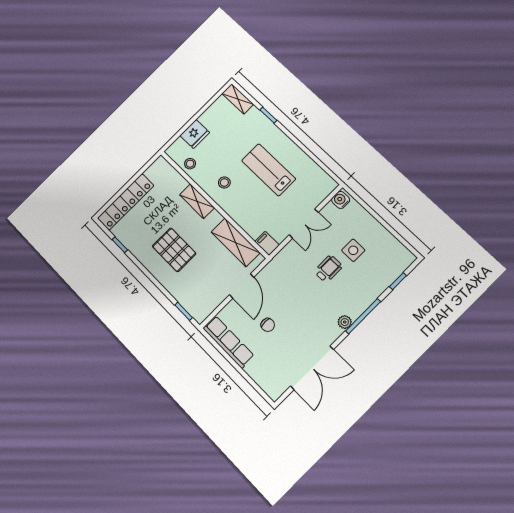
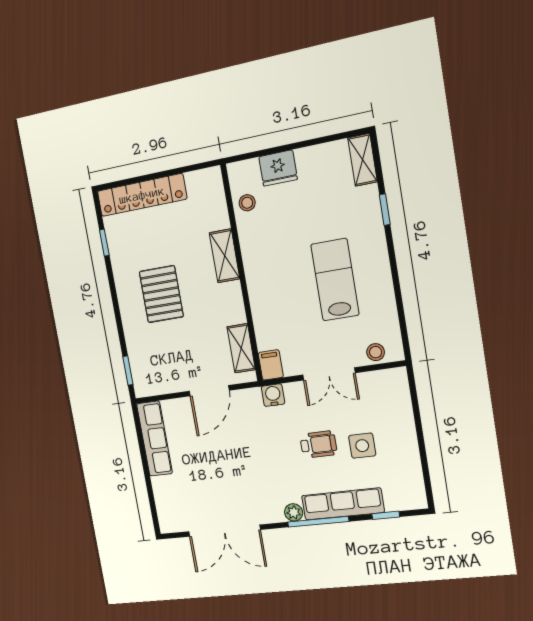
stool: (224, 183) -> (376, 352), moved
water cooler: (341, 200) -> (273, 395), moved
shelving: (235, 242) -> (241, 348), width x0.67, depth x0.75
row of seats: (369, 294) -> (343, 504), added
chair: (268, 325) -> (209, 453), removed

